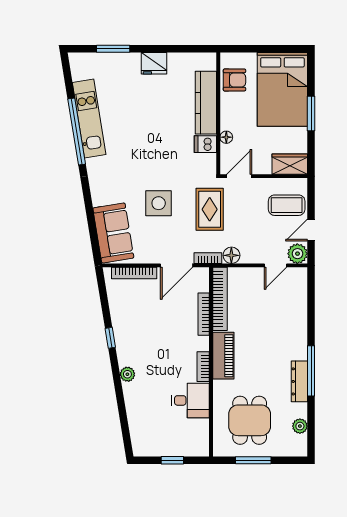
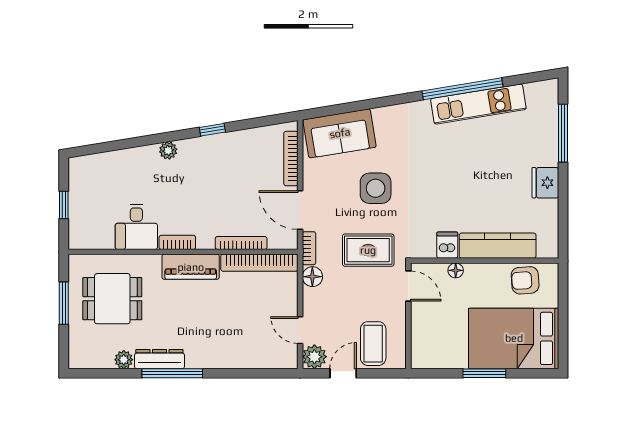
window: (113, 49) -> (563, 133), width x1.44
armchair: (234, 80) -> (525, 280), turned 86
wardrobe: (290, 164) -> (423, 347), removed
door: (311, 230) -> (343, 373), hinge flipped
plant: (300, 426) -> (124, 360), moved

